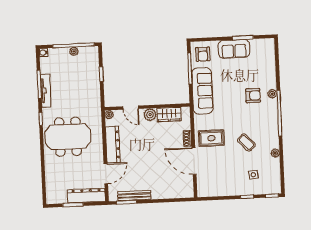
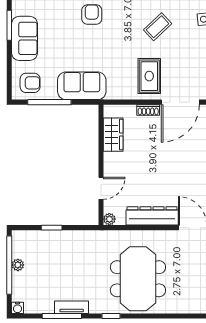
tv unit: (46, 91) -> (72, 307), width x0.71
sofa: (202, 91) -> (82, 86), width x0.73
plant: (150, 115) -> (112, 161), removed

